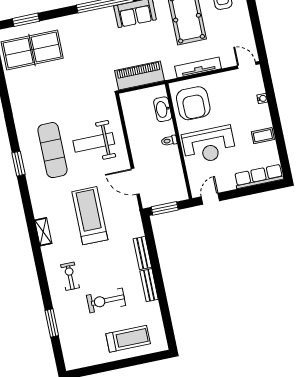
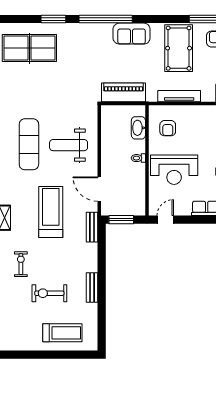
window: (26, 20) -> (53, 19), moved
armchair: (193, 103) -> (168, 128), width x0.53, depth x0.53
bench: (142, 253) -> (92, 227), moved

